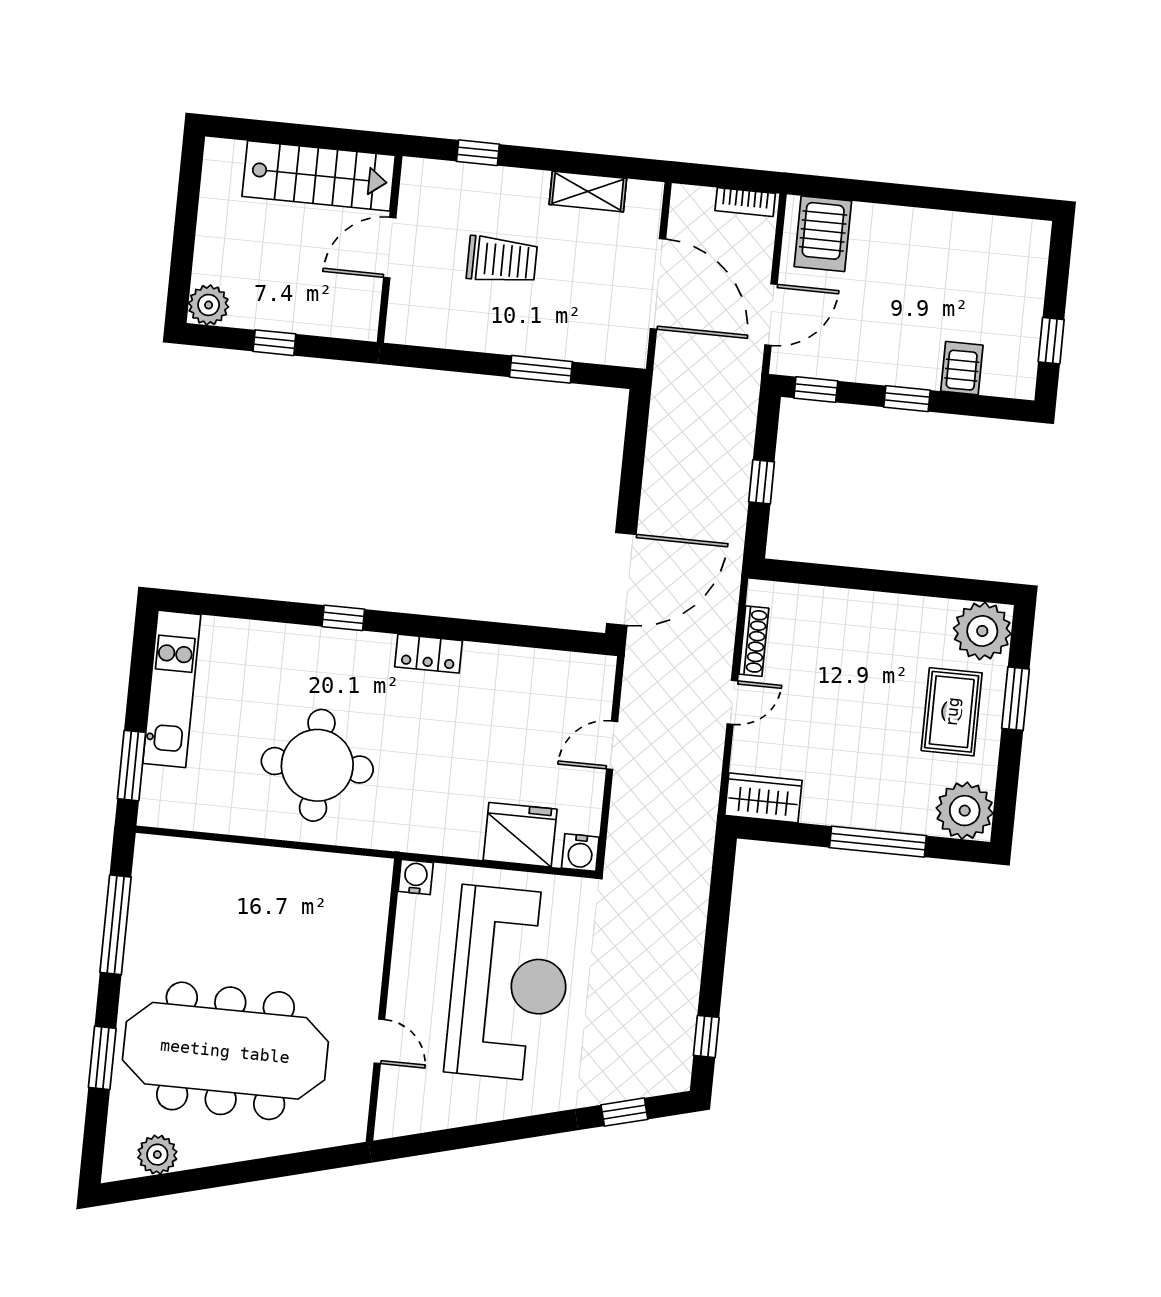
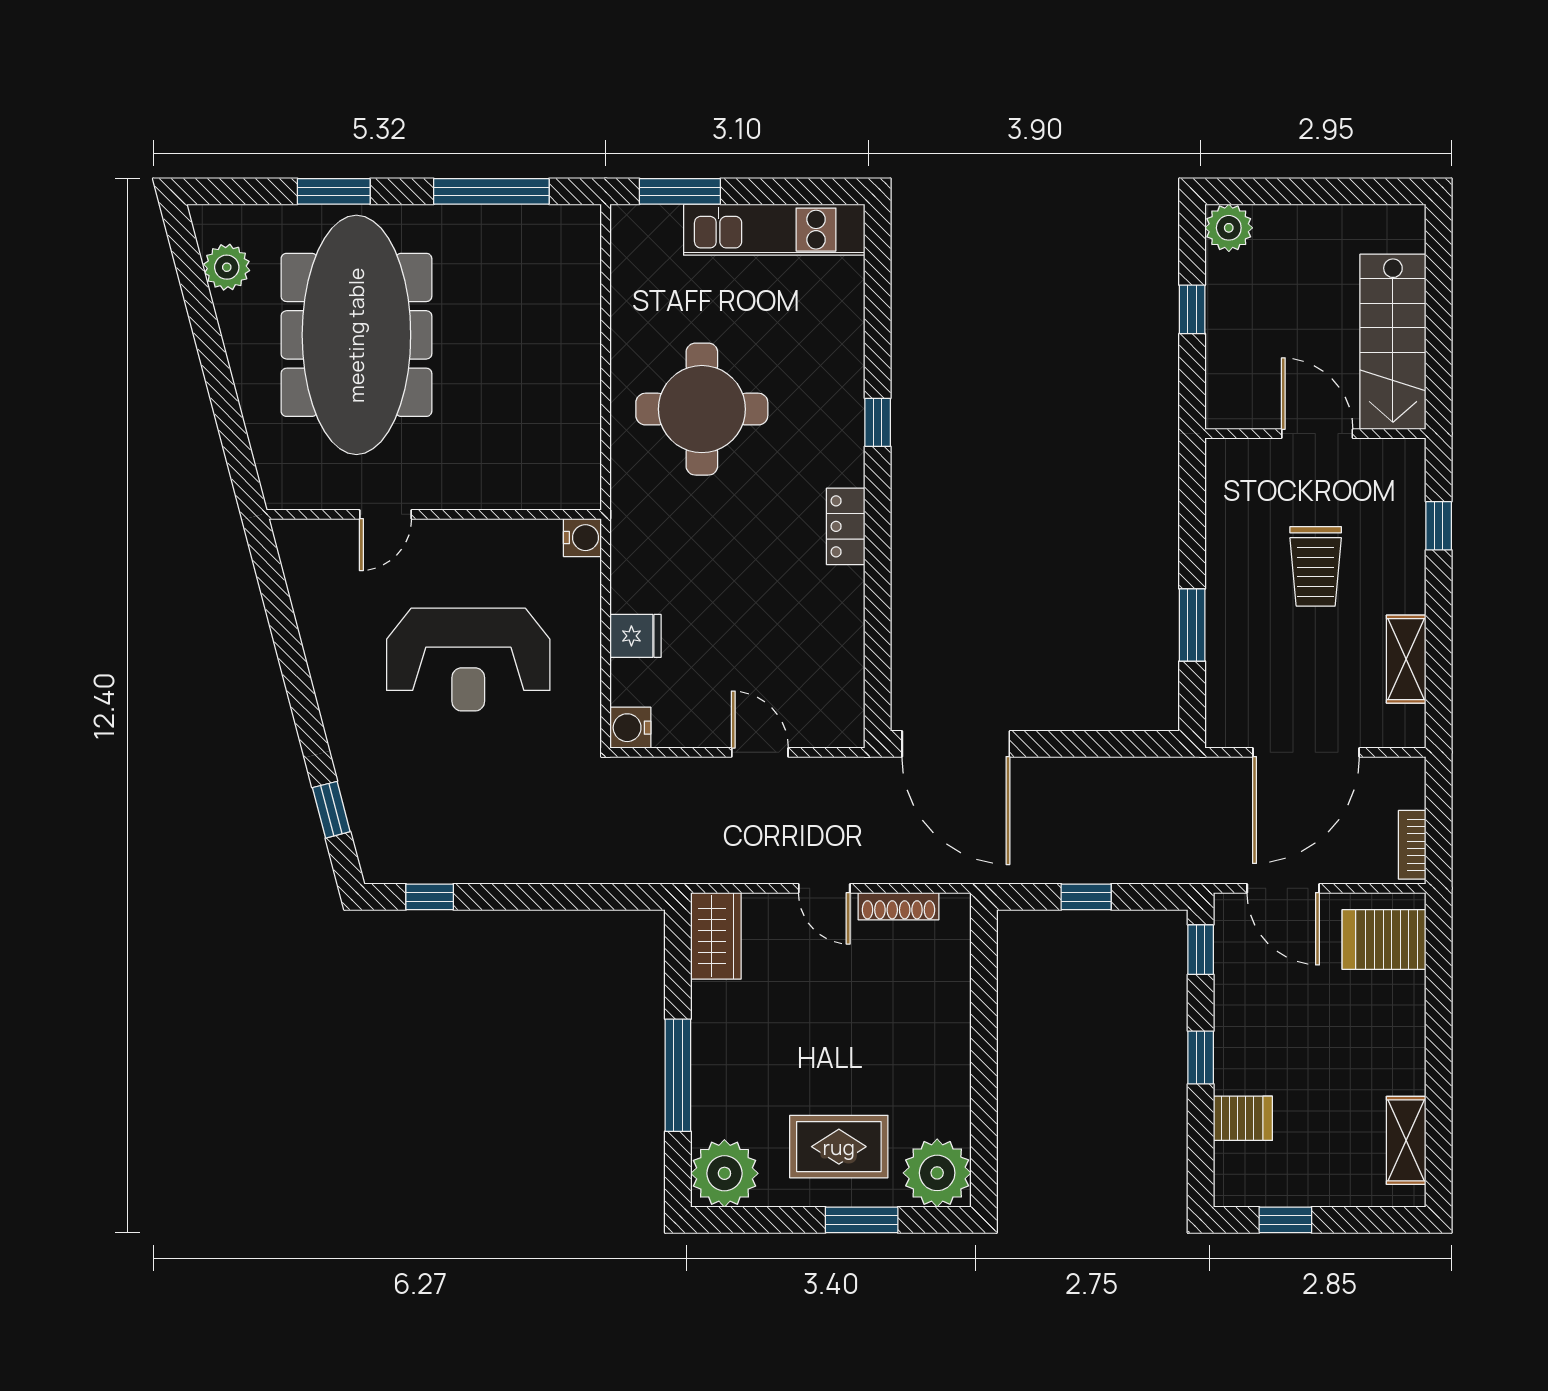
shelving: (994, 232) -> (1406, 1140), added
fridge: (520, 835) -> (636, 636), width x0.53, depth x0.75
reception desk: (509, 984) -> (468, 660), width x0.74, depth x0.77

